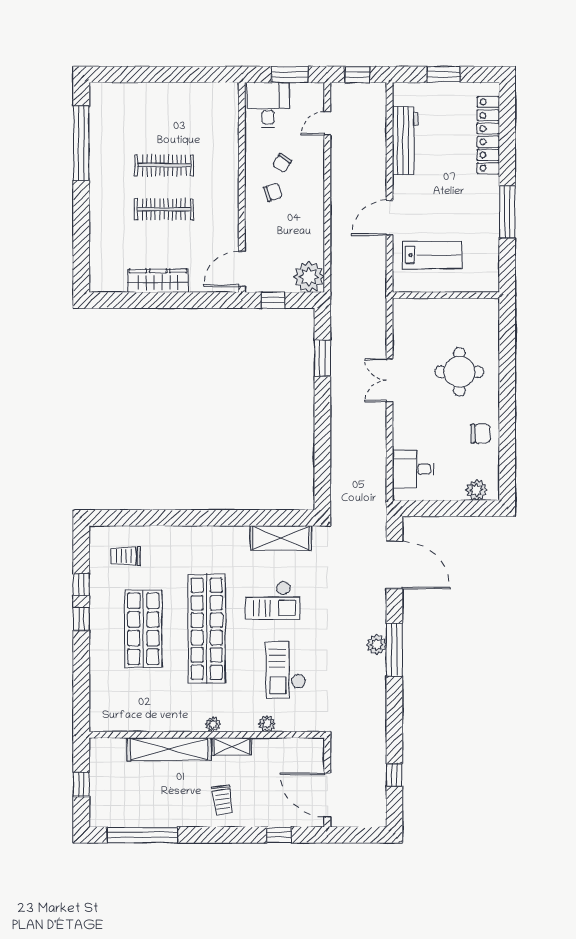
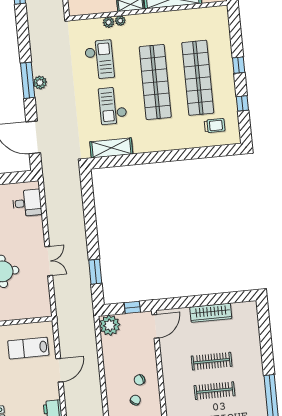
checkout: (273, 600) -> (113, 106), turned -90
window: (81, 619) -> (239, 65), moved
shop shelf: (143, 629) -> (198, 78), width x1.40
plant: (213, 724) -> (120, 21), moved

